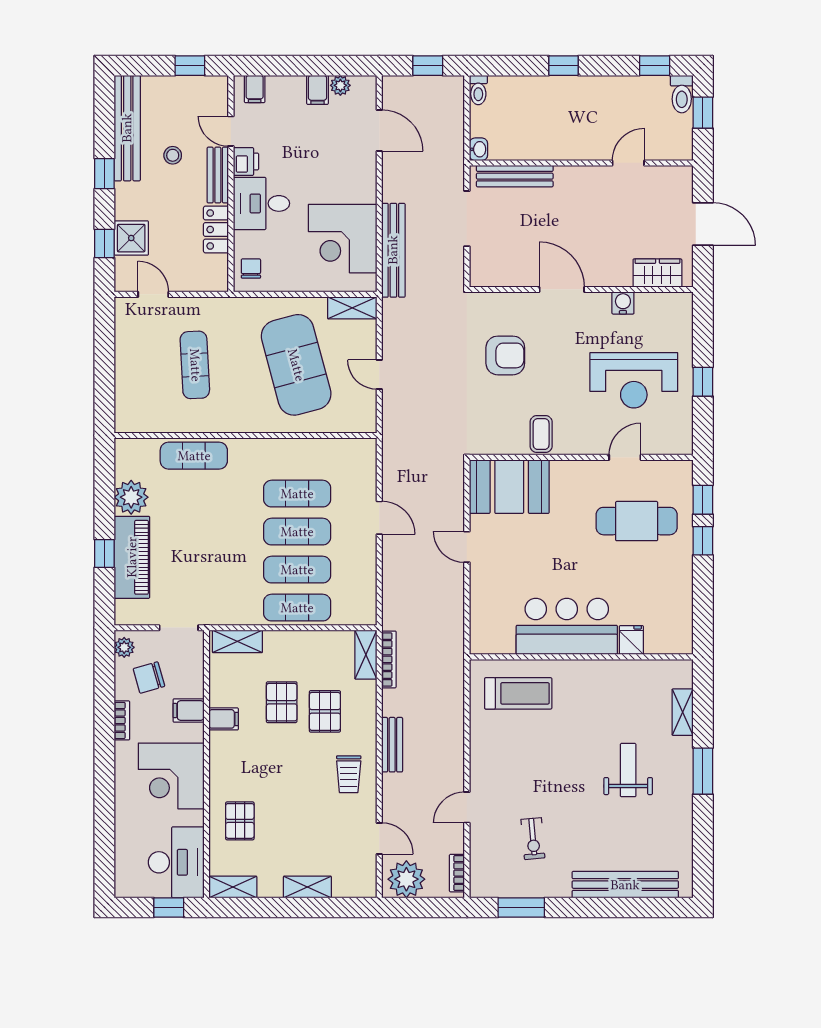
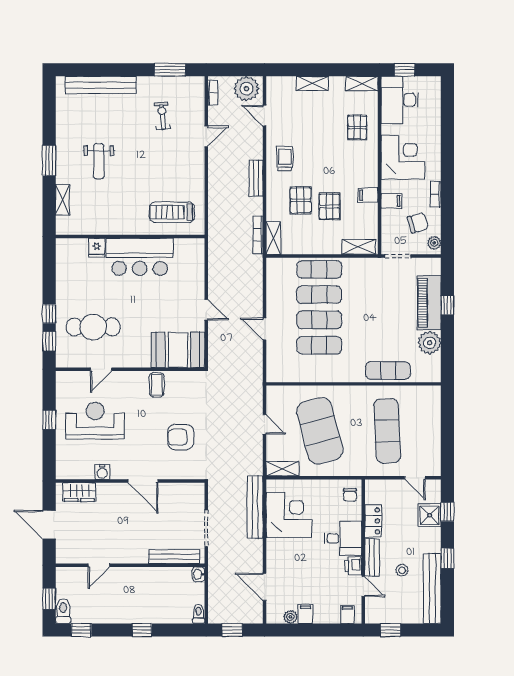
exercise mat: (195, 365) -> (387, 431), width x1.36, depth x1.45

